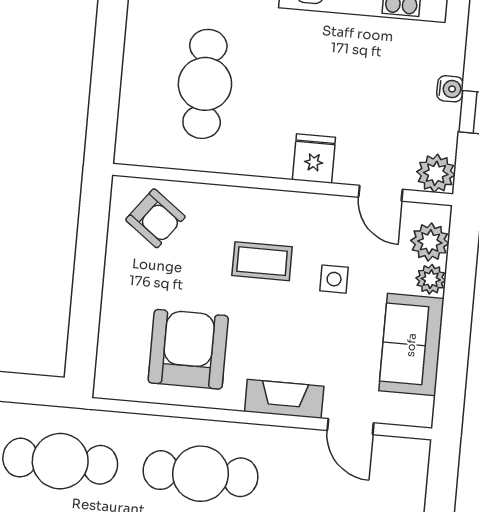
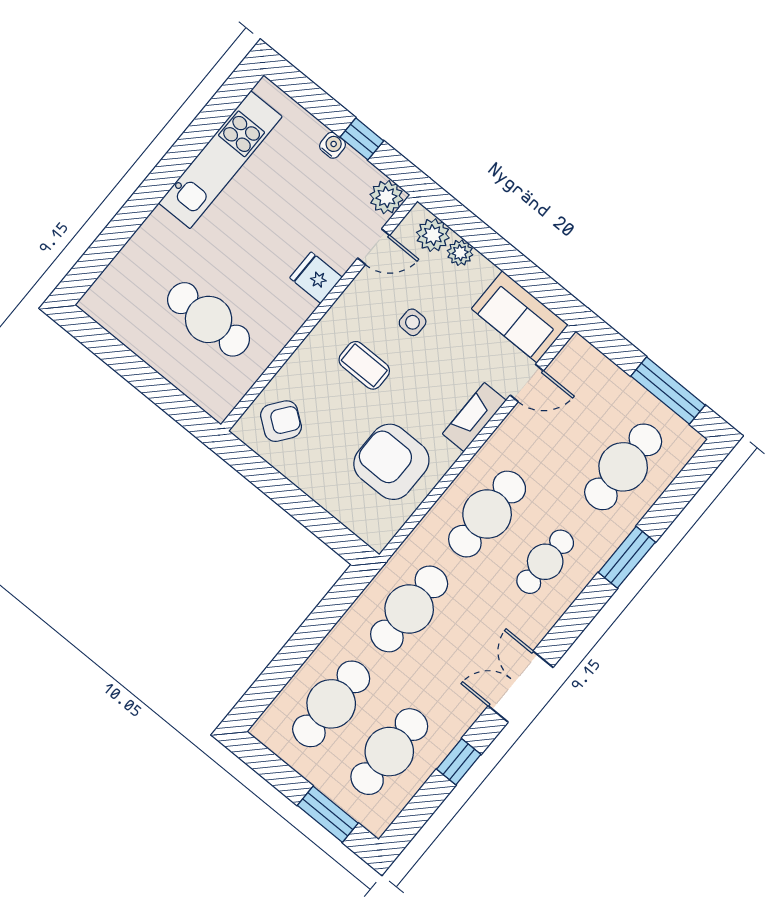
coffee table: (262, 261) -> (364, 365), turned 90
sofa: (411, 345) -> (520, 317), moved

